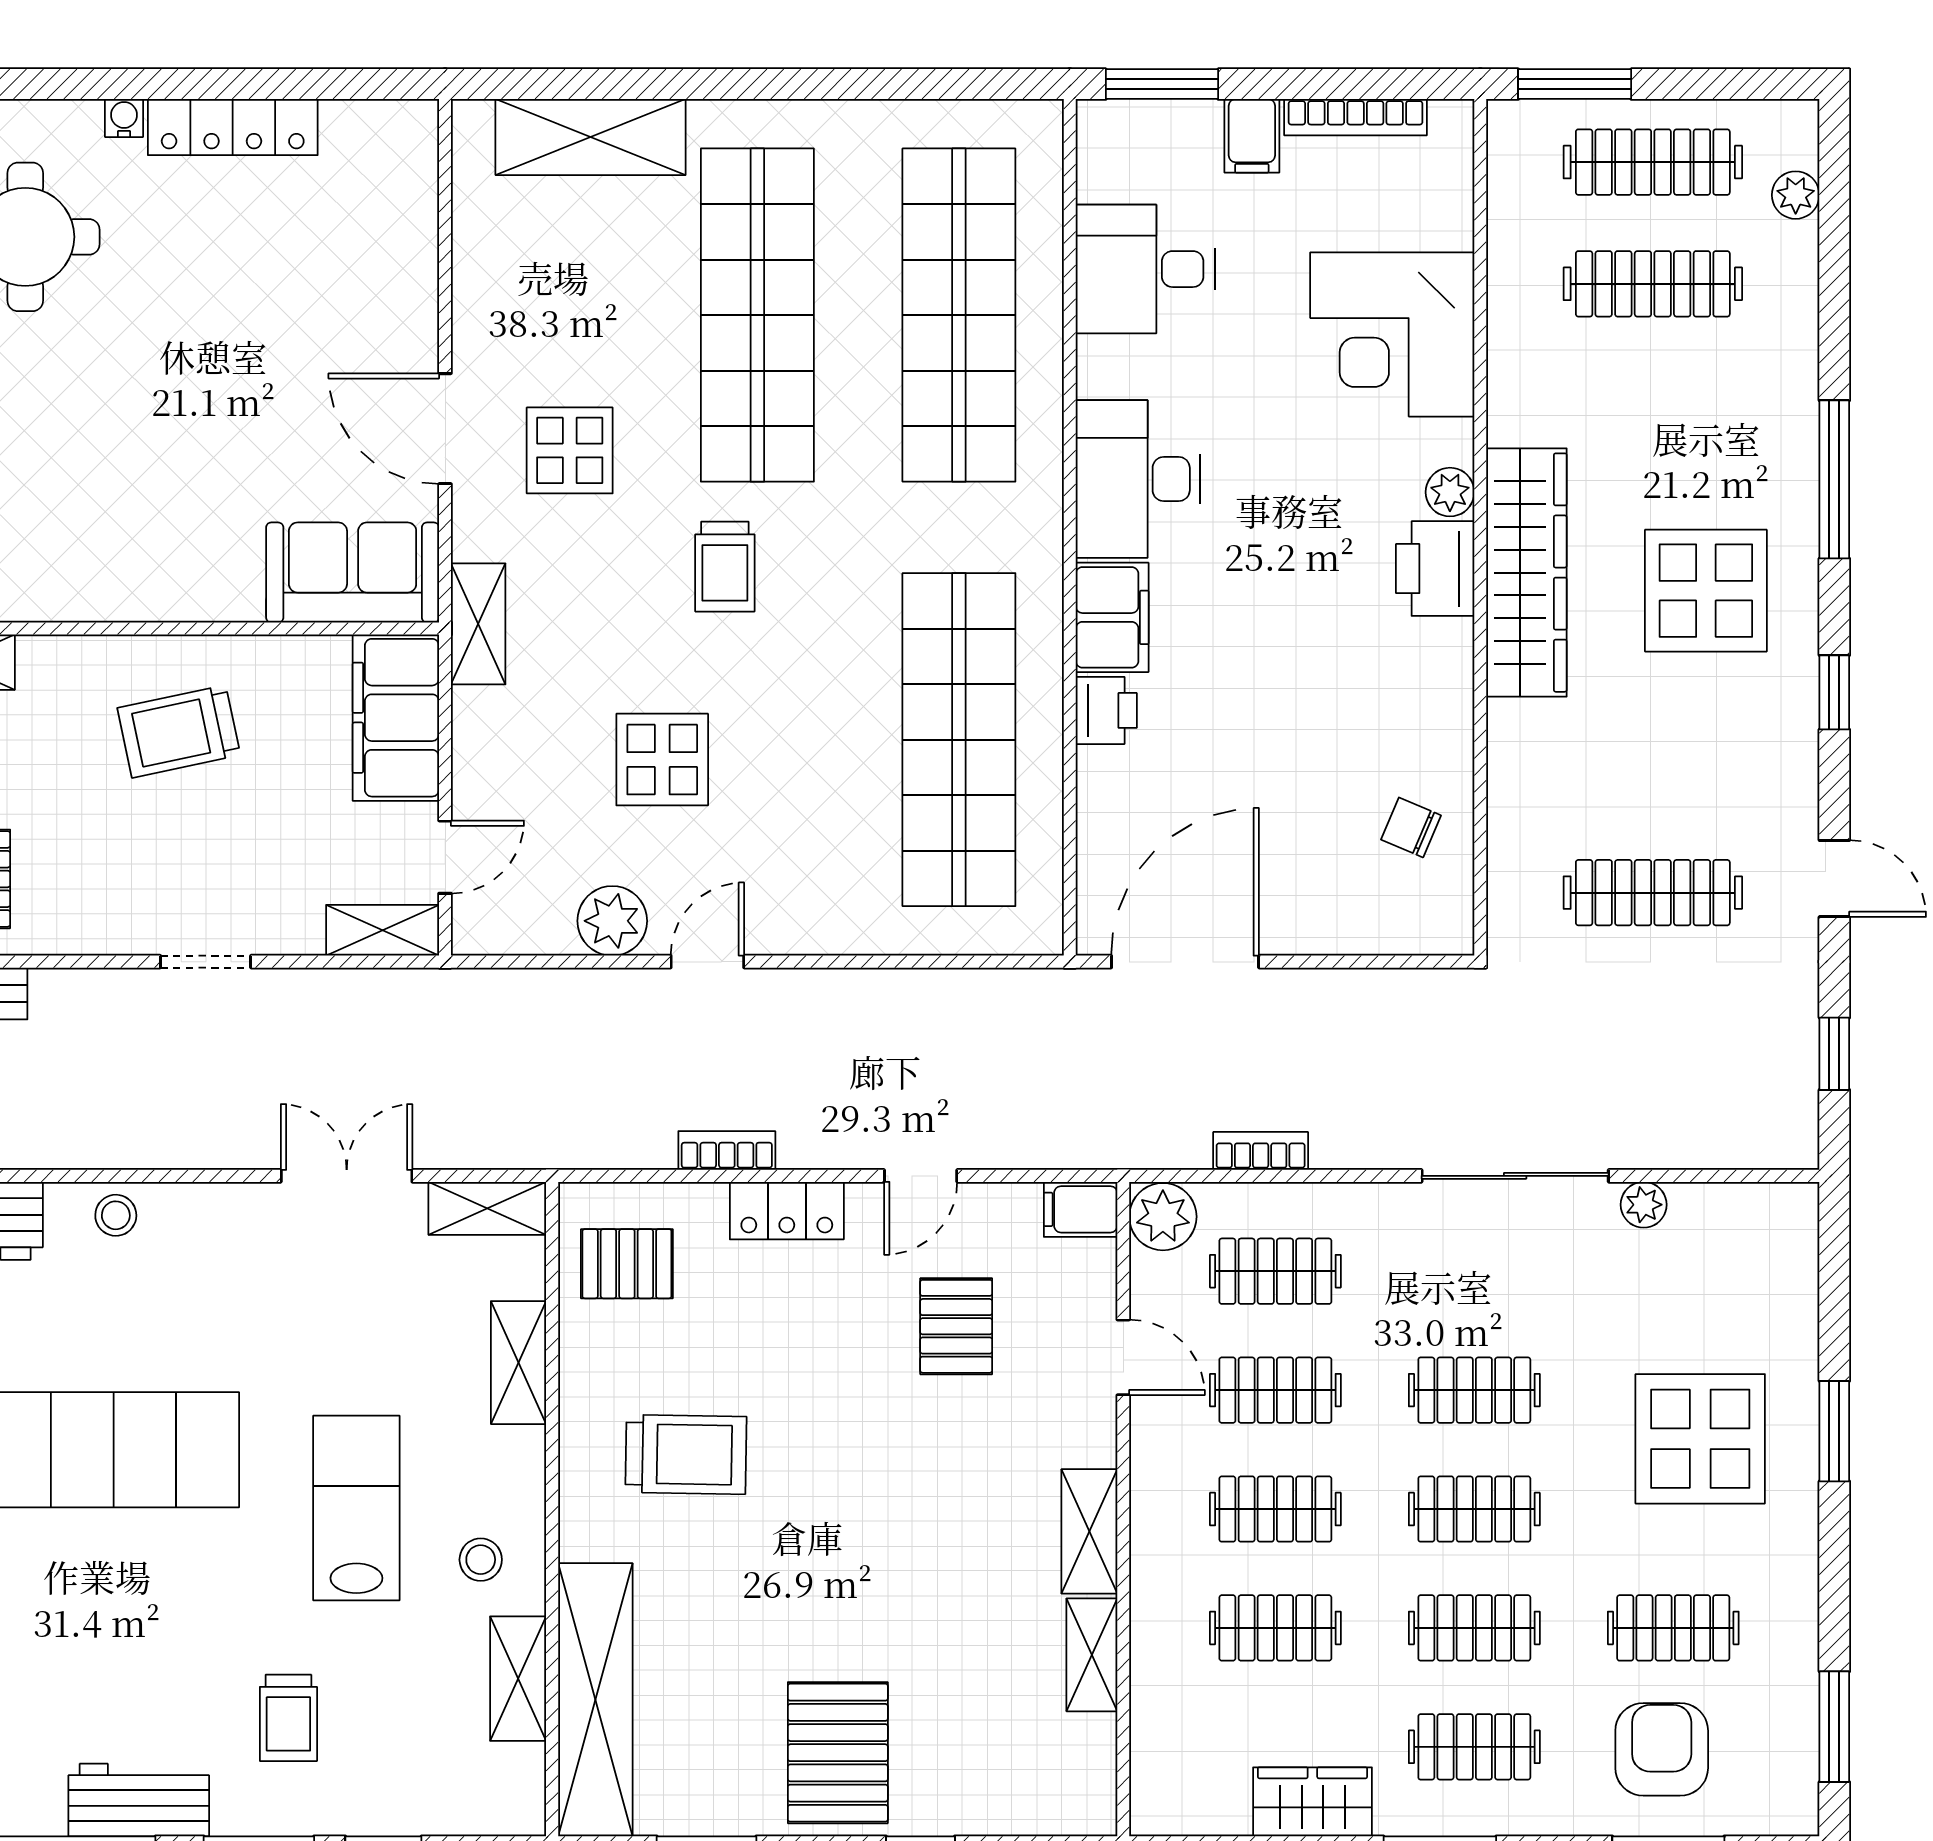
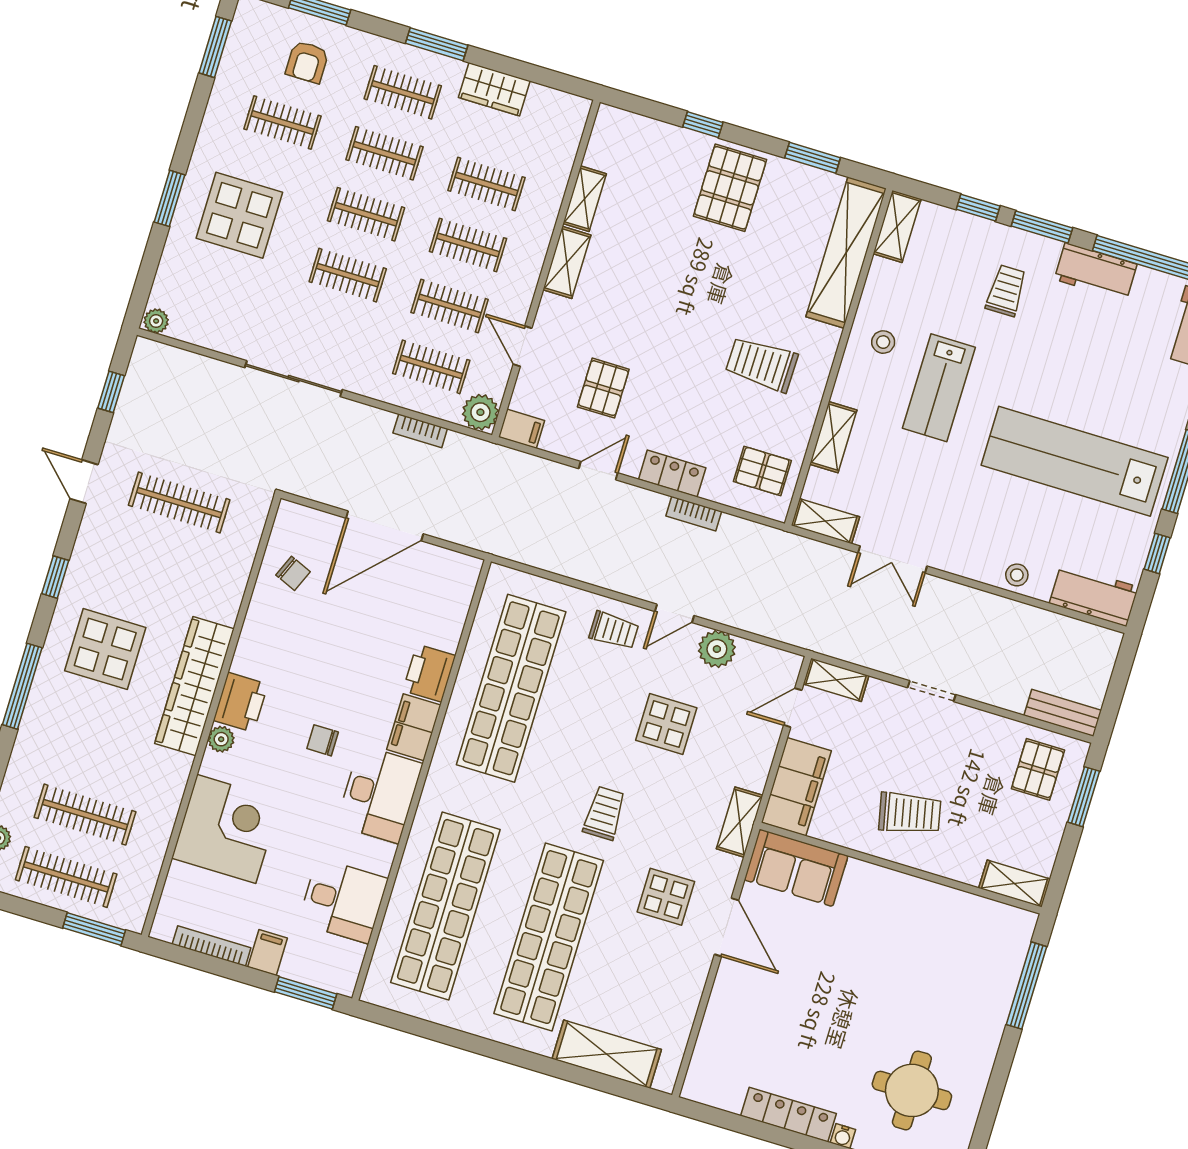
chair: (1268, 545) -> (323, 740), added
printer: (1106, 710) -> (429, 673), width x1.36, depth x1.24
trolley: (807, 899) -> (614, 630), added
door: (1185, 962) -> (385, 526), moved
plant: (1644, 1205) -> (156, 321), moved
shelving: (518, 1679) -> (897, 226), moved
armchair: (1662, 1749) -> (307, 62), width x0.72, depth x0.72

